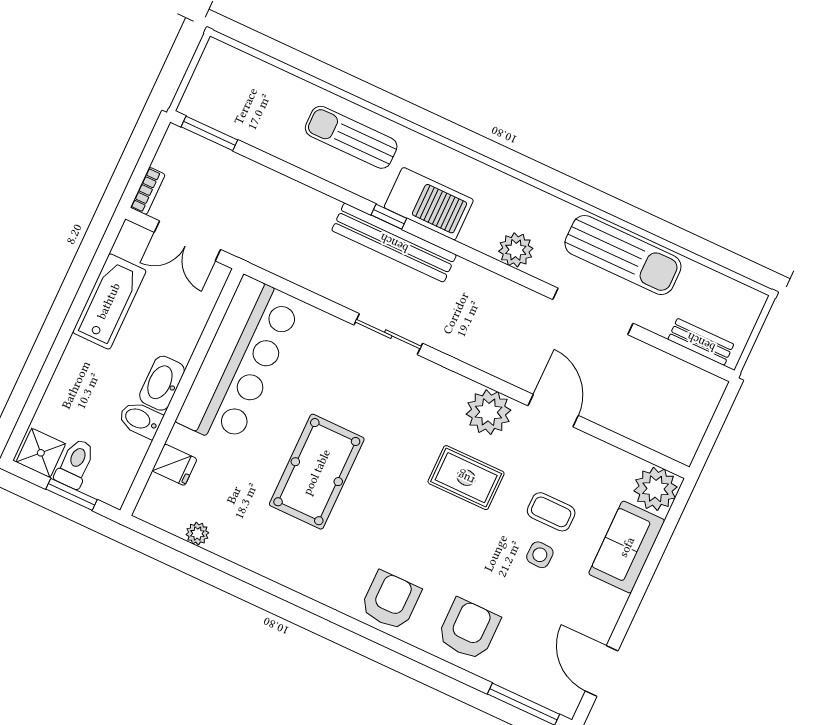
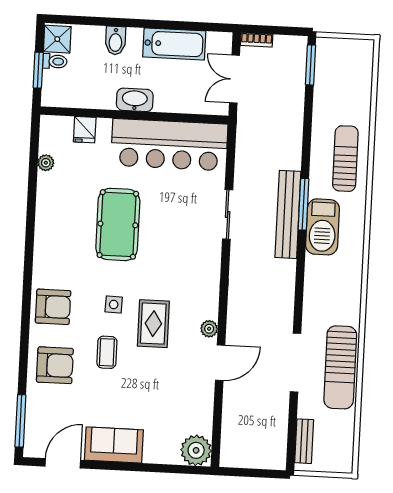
window: (389, 217) -> (303, 204), width x2.17
plant: (516, 250) -> (315, 296), removed
sliding door: (388, 334) -> (228, 214), moved
plant: (489, 412) -> (209, 329), width x0.53, depth x0.53
bidet: (140, 420) -> (115, 41), moved, turned 180
toilet: (75, 463) -> (55, 61), width x0.73, depth x0.72
pool table: (317, 472) -> (118, 224), turned 90
coffee table: (551, 512) -> (107, 352), moved
sofa: (627, 547) -> (114, 445), moved
side table: (540, 555) -> (114, 305), moved

